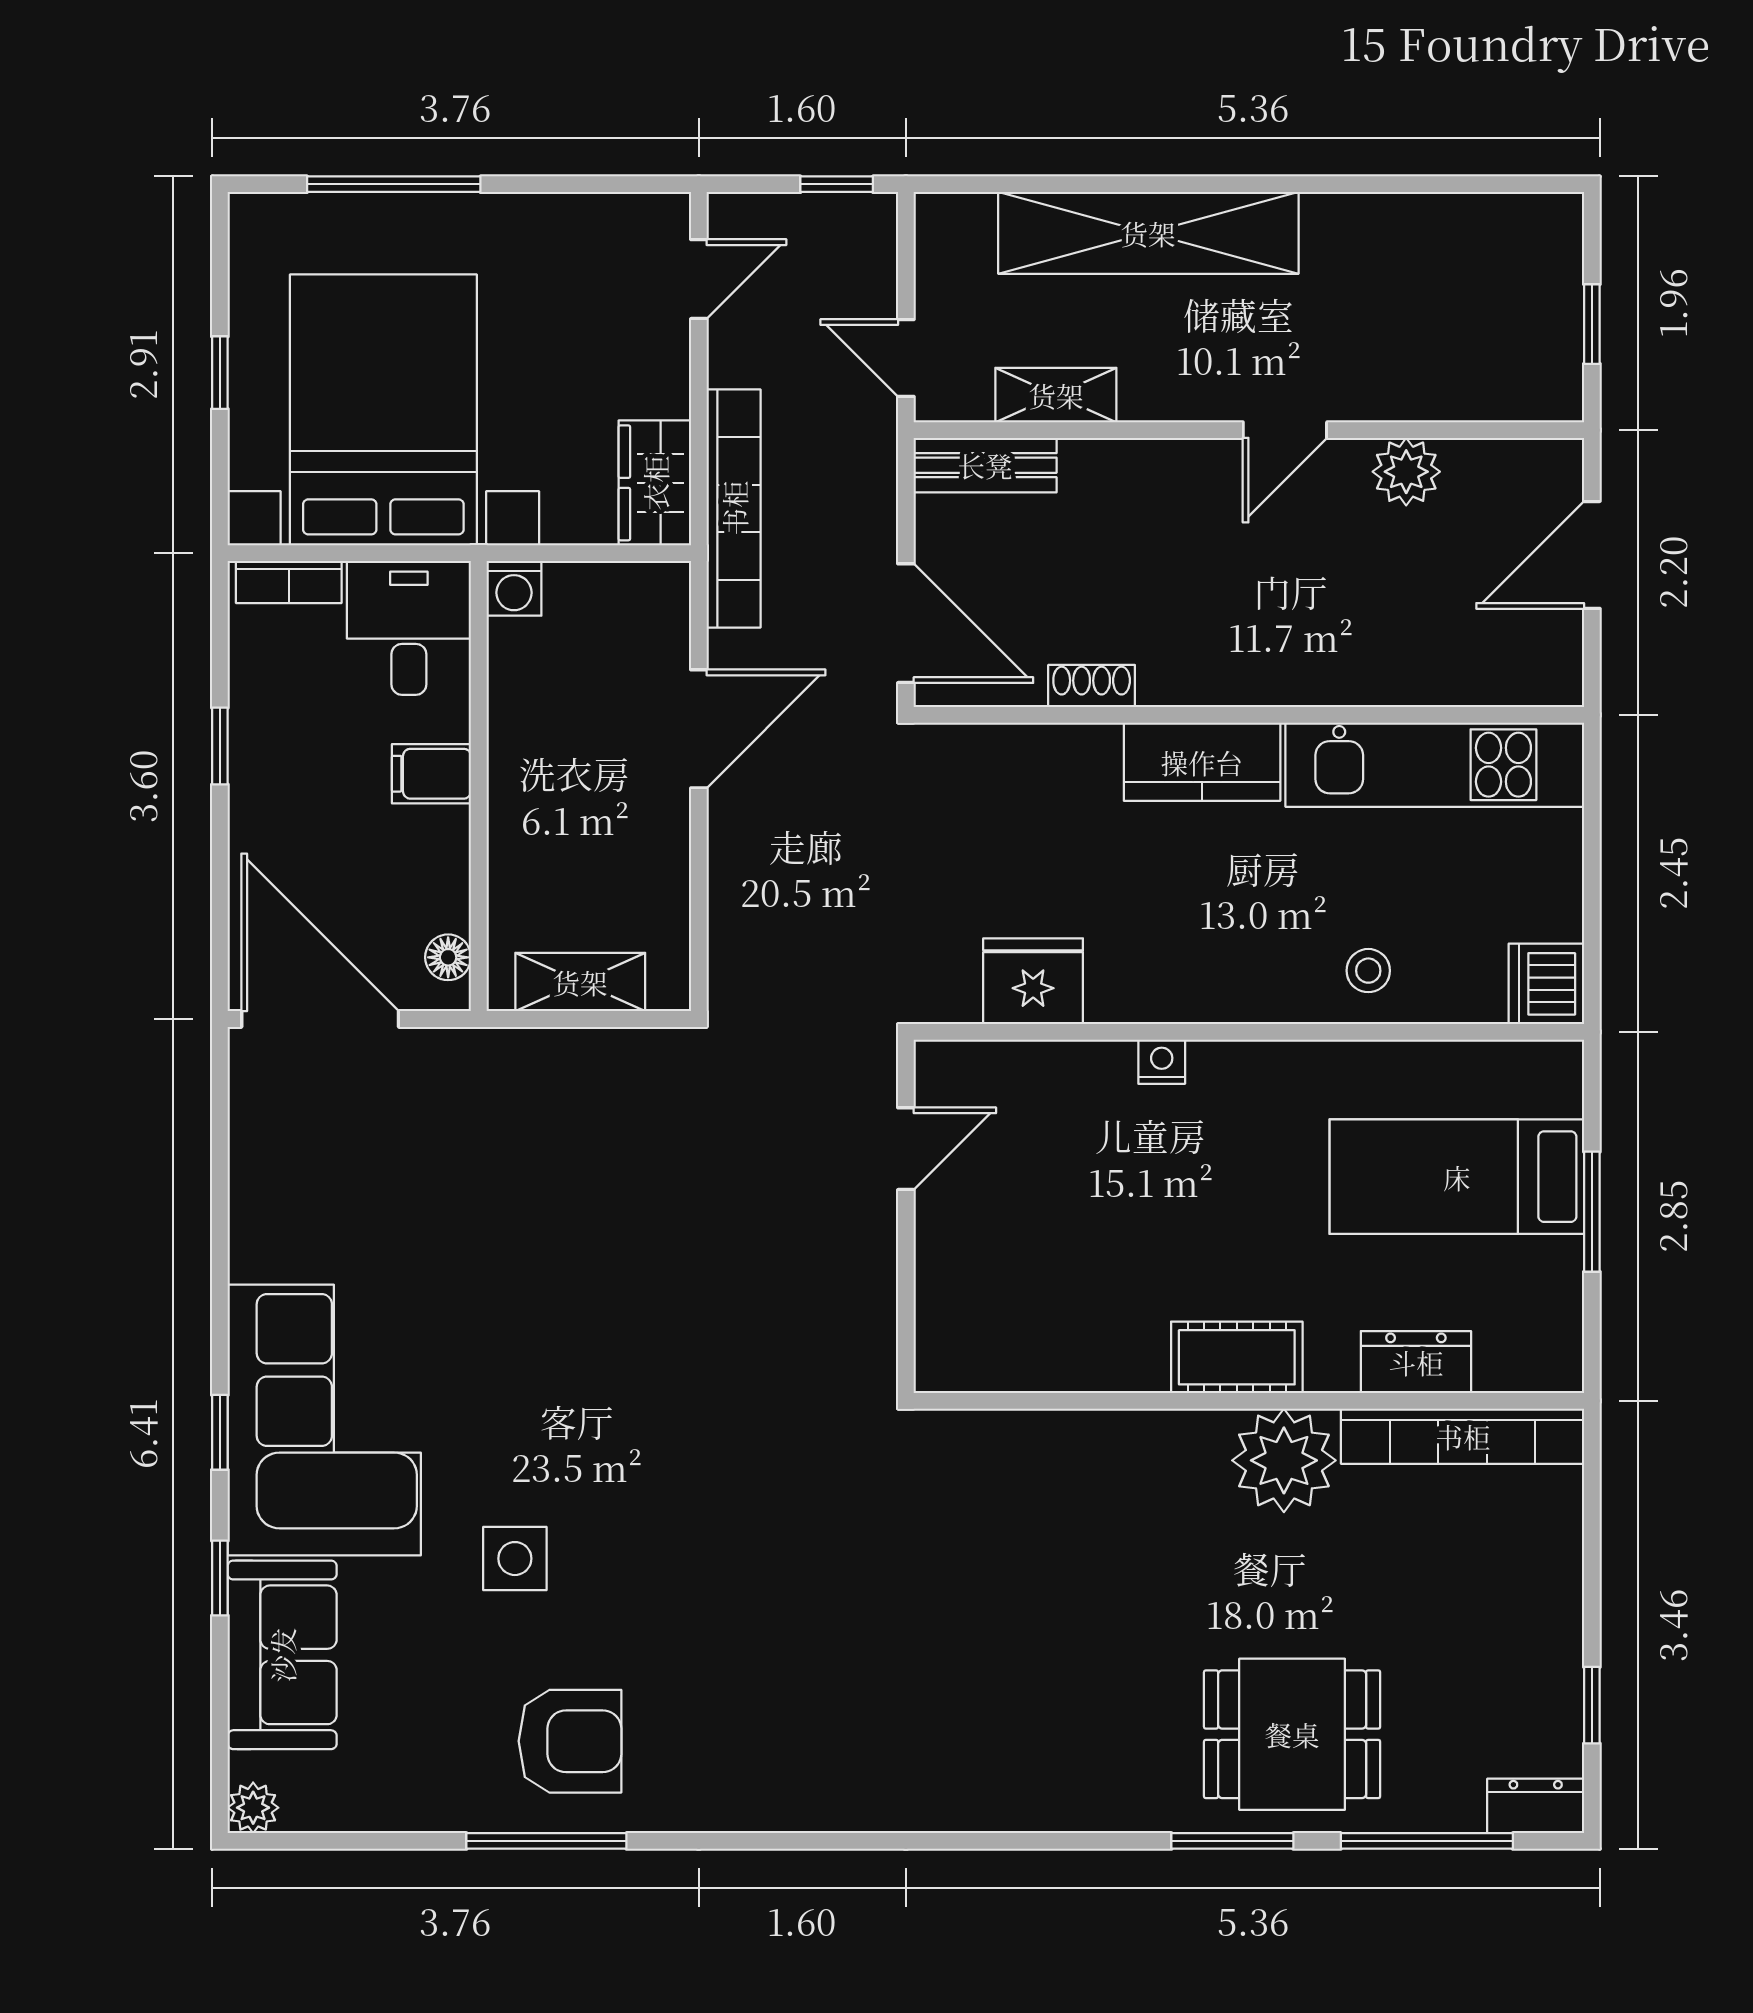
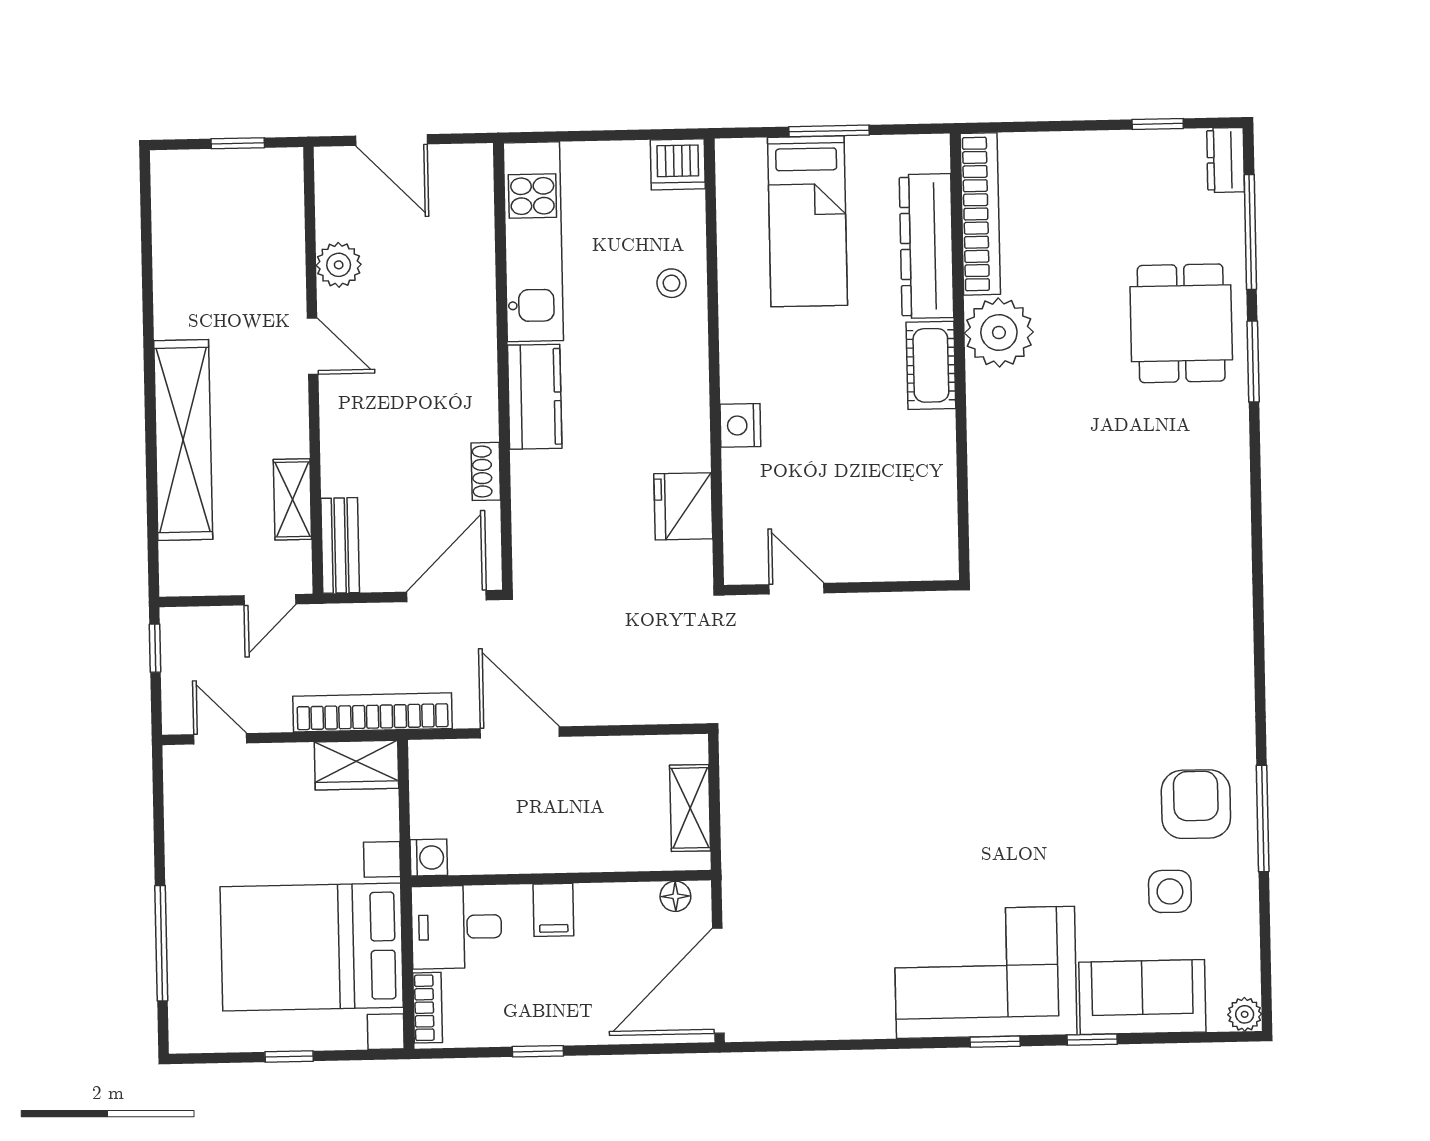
nightstand: (1162, 1062) -> (740, 425), width x1.39, depth x1.35
dresser: (1416, 1362) -> (927, 246), width x1.96, depth x1.24
side table: (515, 1559) -> (1170, 891), moved

